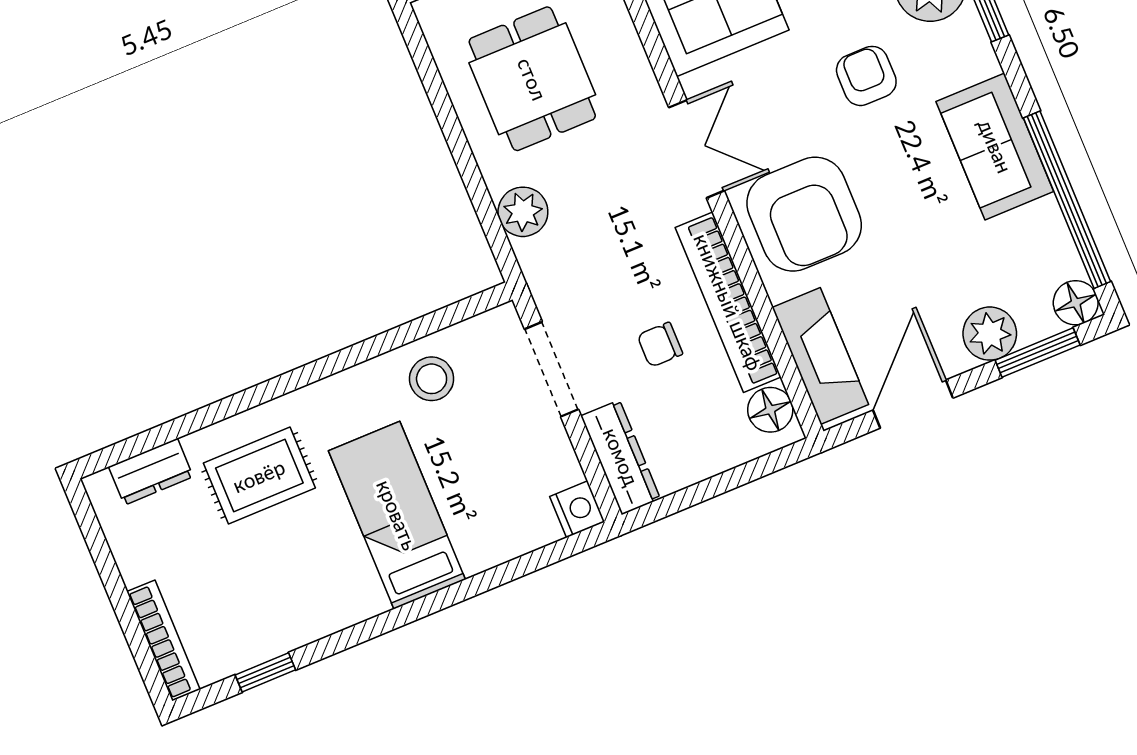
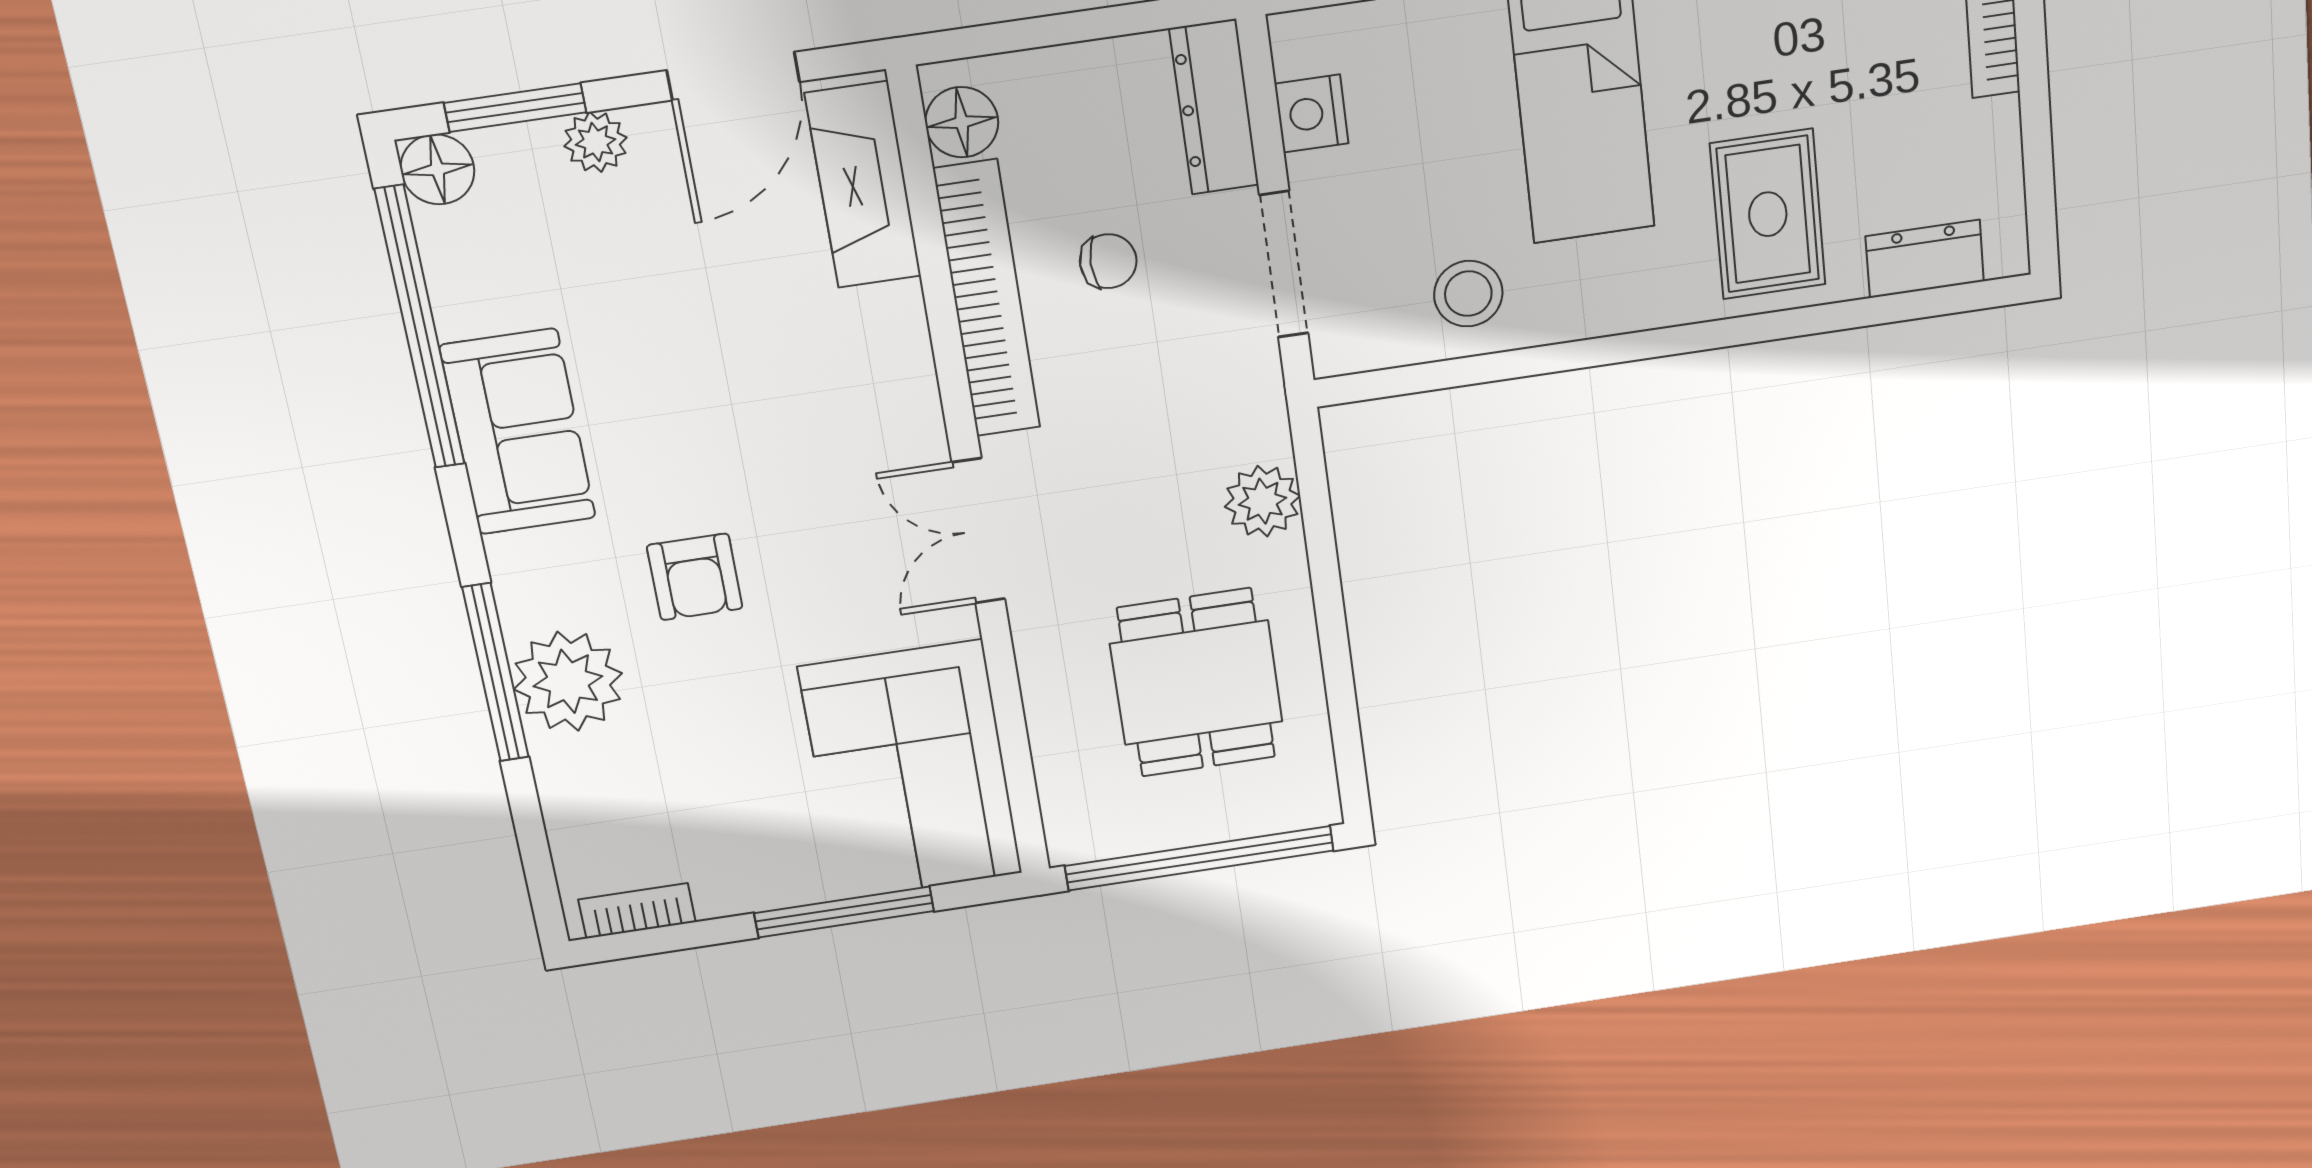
armchair: (804, 214) -> (838, 401), removed
plant: (990, 334) -> (596, 142), width x0.73, depth x0.73
rug: (259, 476) -> (1768, 214), turned 90
nightstand: (577, 509) -> (1312, 114), moved

